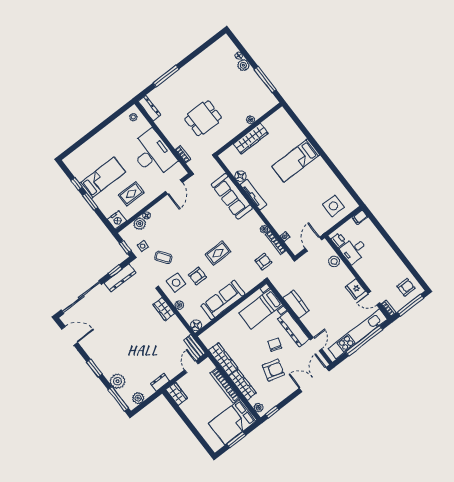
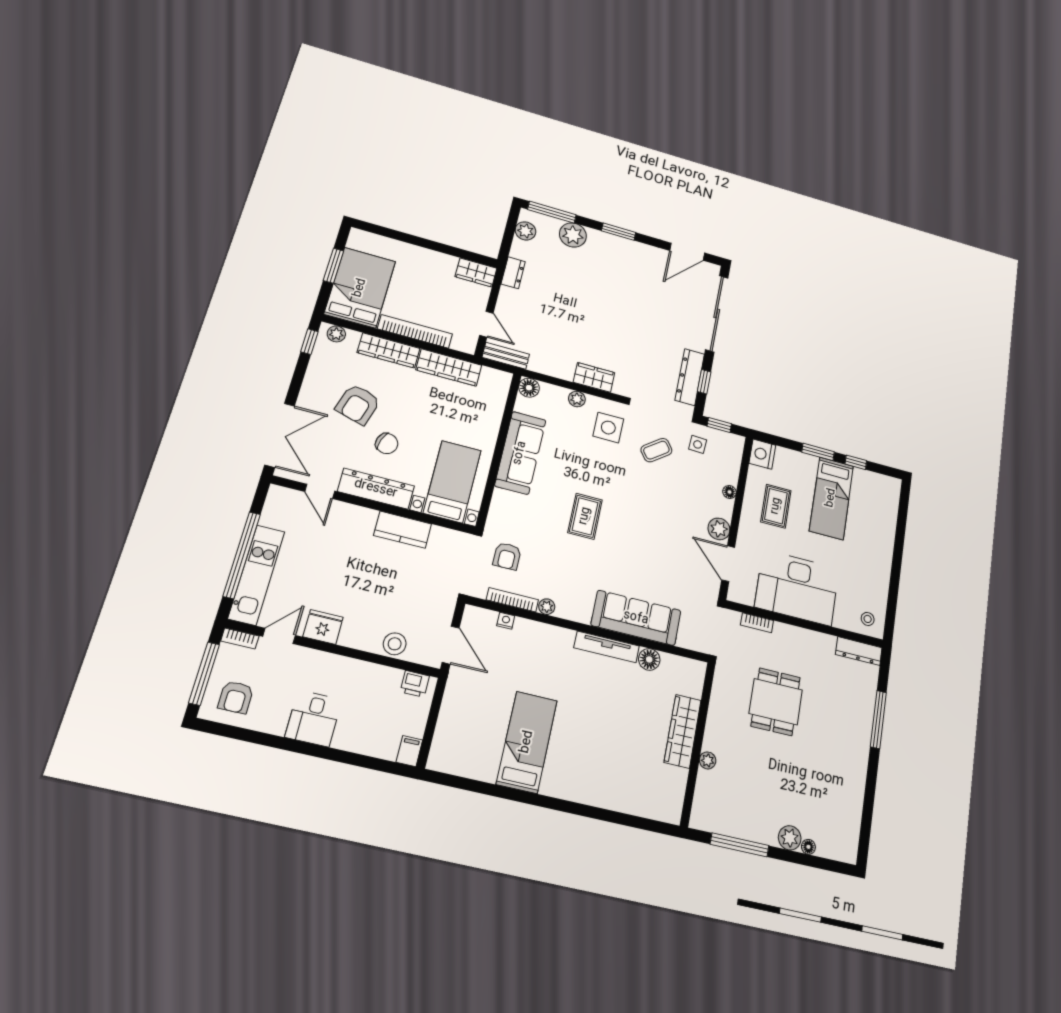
bed: (296, 161) -> (527, 742), moved
side table: (333, 206) -> (468, 733), removed
plant: (140, 224) -> (719, 529), moved
desk: (354, 250) -> (313, 718), moved, turned 180
armchair: (197, 276) -> (586, 460), removed
kitchen unit: (358, 334) -> (256, 575), width x0.73

